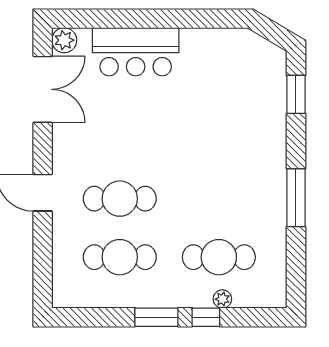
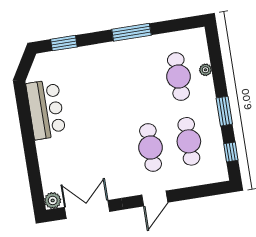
bar counter: (136, 52) -> (46, 109), moved
window: (206, 317) -> (231, 152), moved

